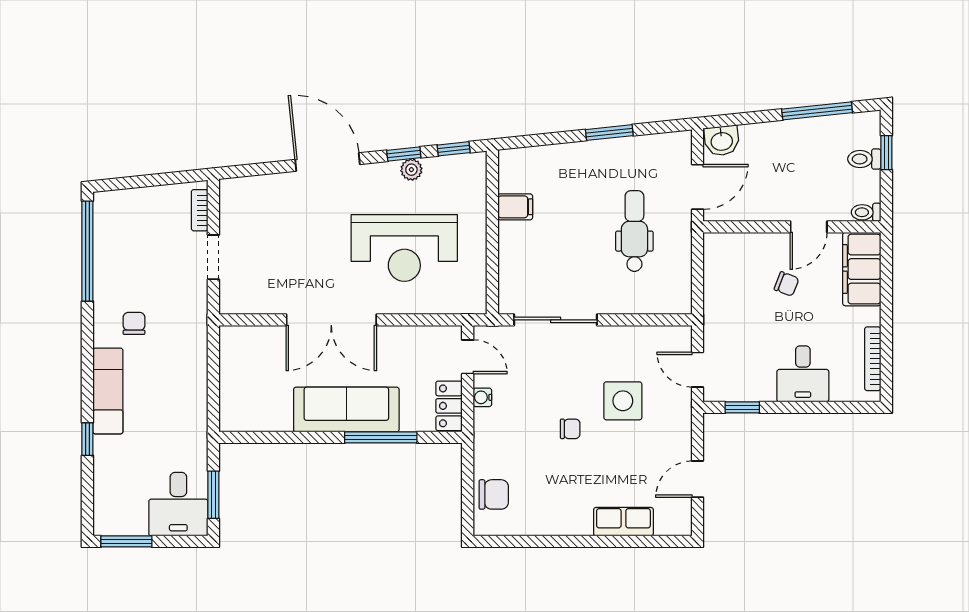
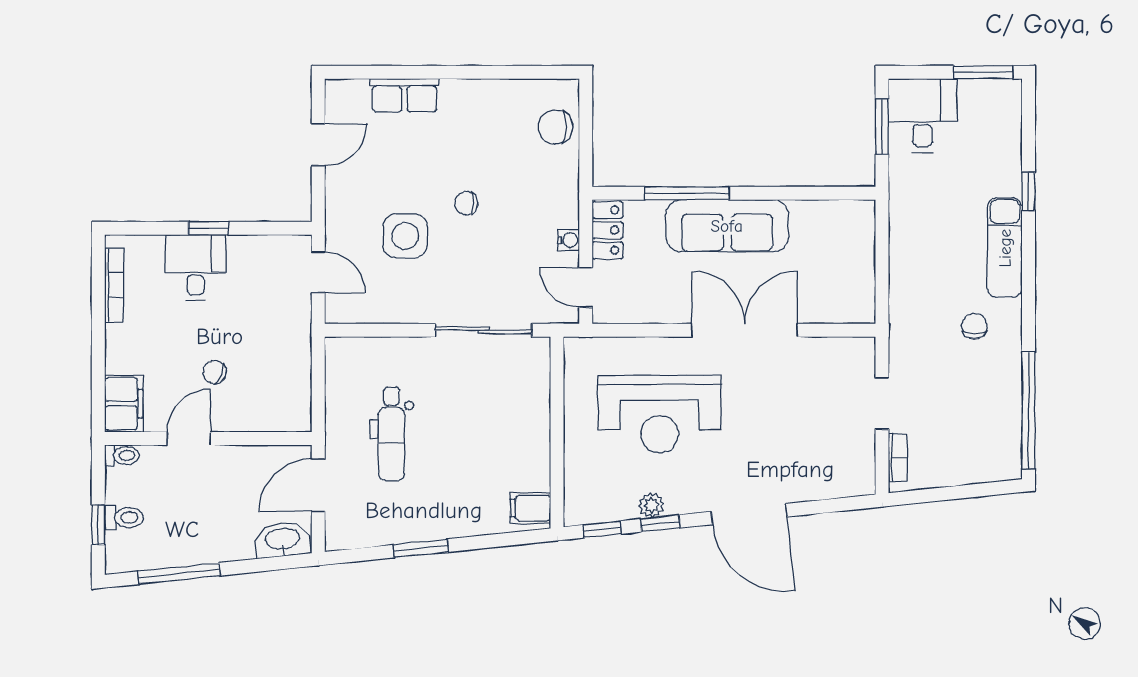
washbasin: (722, 141) -> (283, 540), width x1.38
filing cabinet: (515, 207) -> (530, 508), moved
reception desk: (404, 248) -> (660, 414), turned 180
filing cabinet: (862, 269) -> (124, 404), width x0.67, depth x0.86
chair: (134, 323) -> (974, 326), turned 180
window: (742, 407) -> (209, 228), moved

